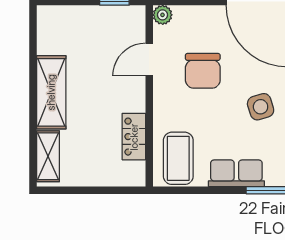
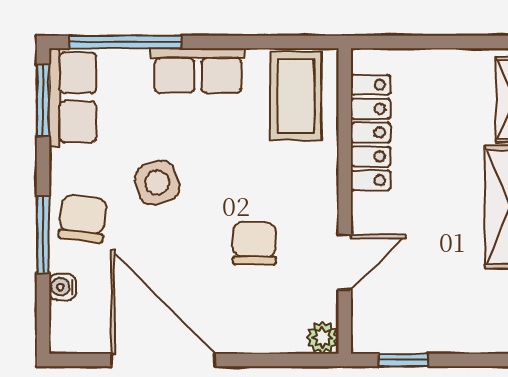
chair: (203, 71) -> (254, 243), width x0.73, depth x0.73
locker: (134, 137) -> (371, 133), width x1.53

